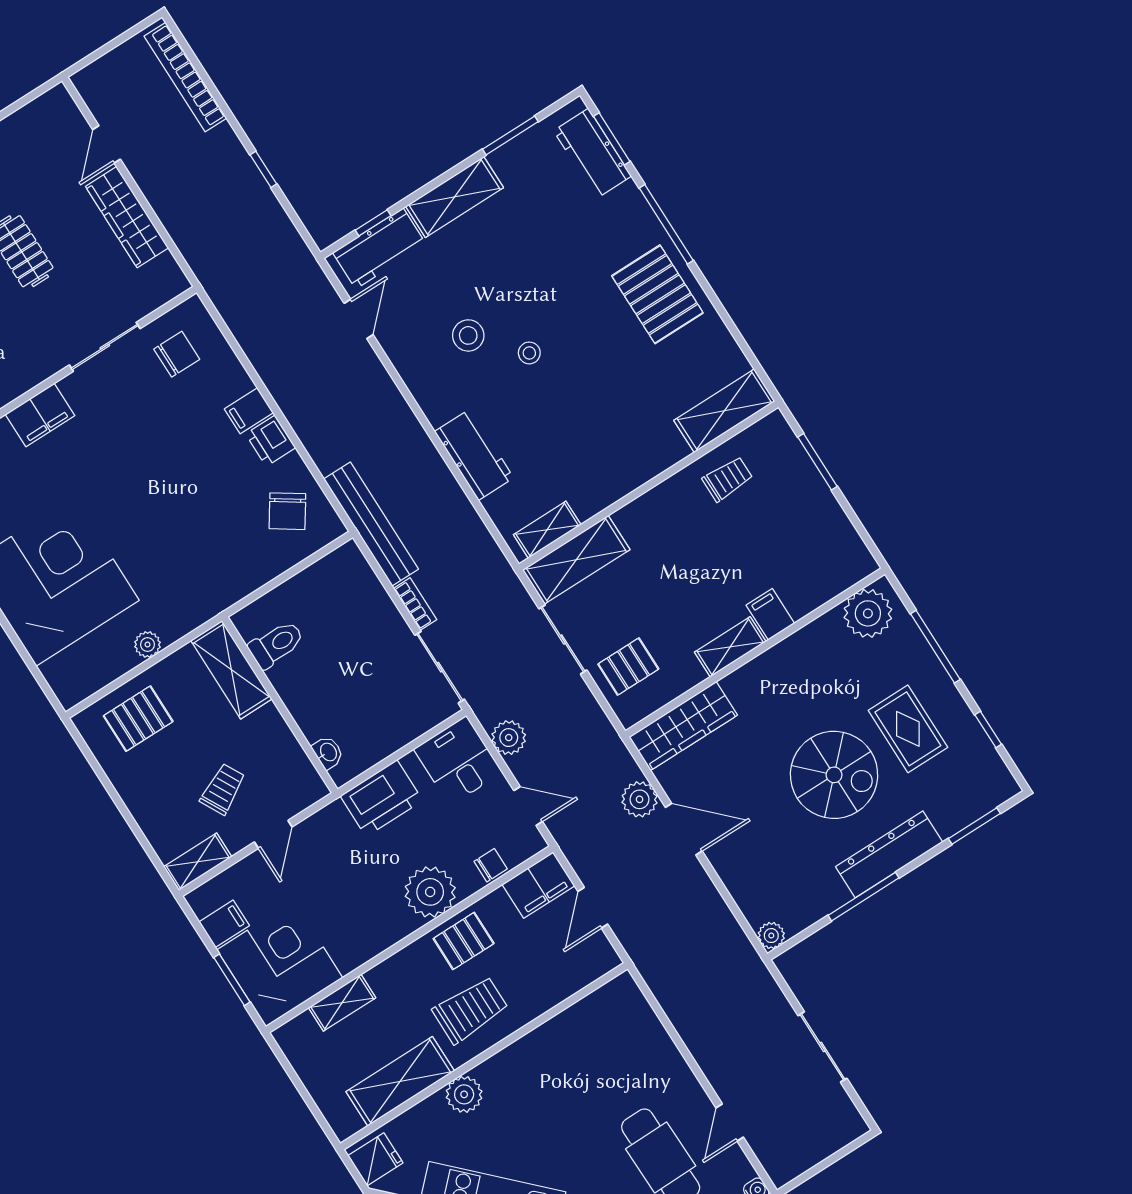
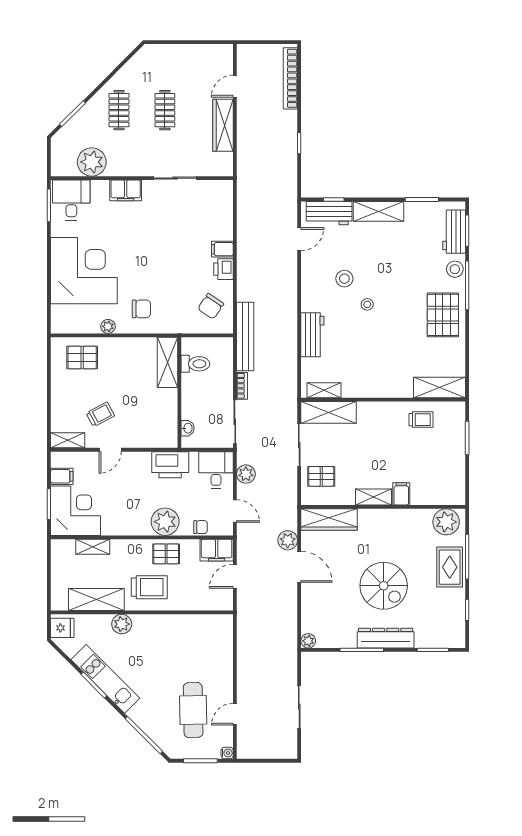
stool: (631, 211) -> (455, 269), added
chair: (177, 354) -> (141, 309), moved
toilet: (276, 644) -> (195, 364), moved
shelving: (231, 670) -> (168, 362), moved
wall: (280, 705) -> (179, 393), moved
rug: (908, 729) -> (450, 567), moved
washbasin: (328, 752) -> (188, 428), moved

